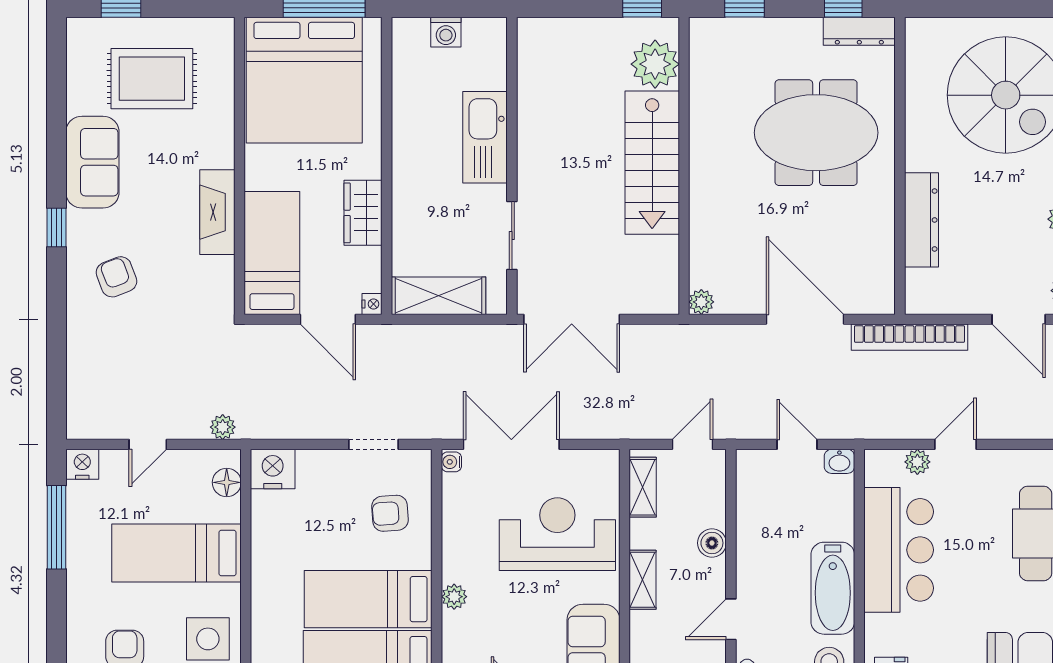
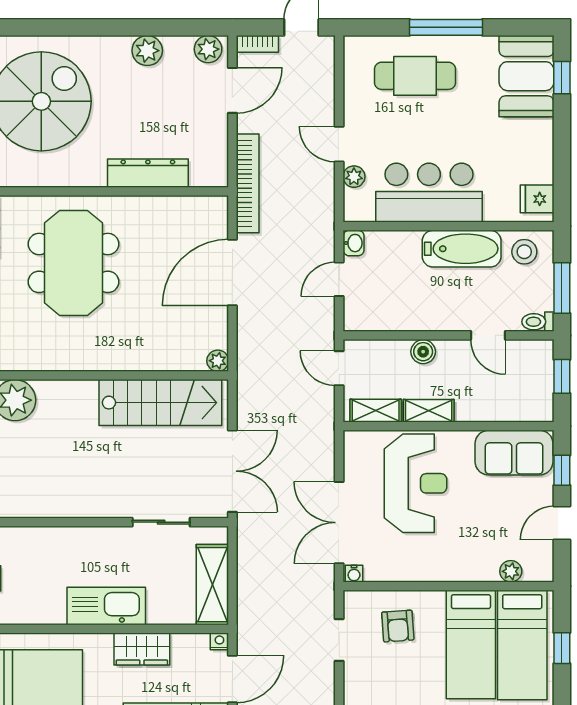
kitchen sink: (485, 137) -> (106, 606), moved, turned 180
stairs: (652, 163) -> (160, 403), moved
reception desk: (557, 534) -> (416, 483), turned 180
shelving: (643, 580) -> (429, 411), moved
plant: (454, 597) -> (511, 571), moved

